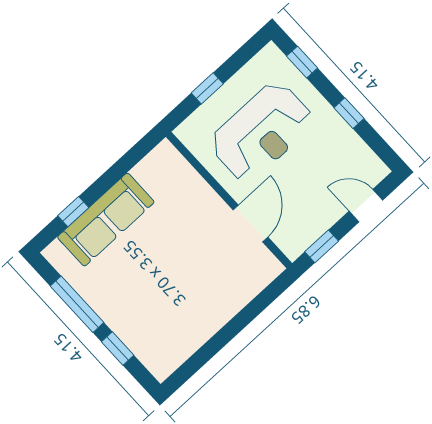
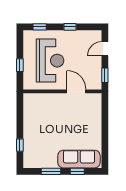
sofa: (106, 220) -> (79, 159), moved, turned -90
window: (77, 304) -> (51, 171), width x0.69

